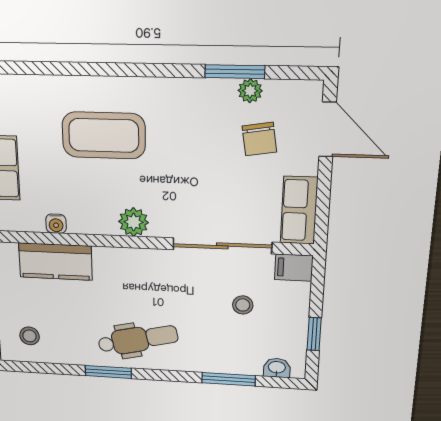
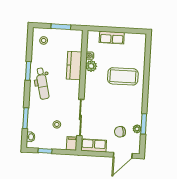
coffee table: (104, 135) -> (123, 76), turned 90
plant: (134, 222) -> (91, 66), moved
kitchen counter: (55, 262) -> (74, 65), moved

